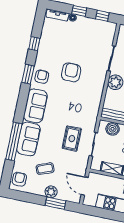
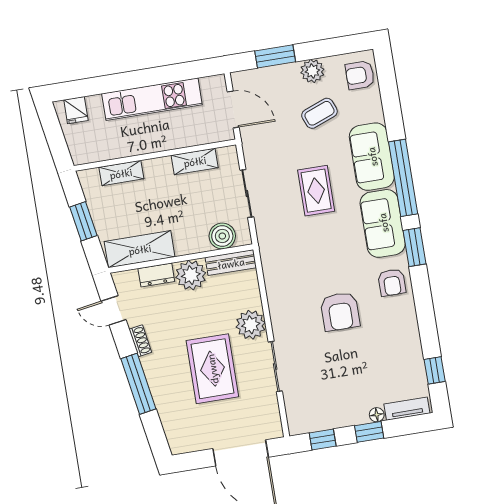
window: (34, 44) -> (435, 370), moved
window: (28, 74) -> (414, 247), moved
rug: (72, 139) -> (316, 191), moved
window: (14, 141) -> (403, 178), moved
armchair: (19, 179) -> (360, 75), turned 90
plant: (51, 192) -> (312, 71), moved

